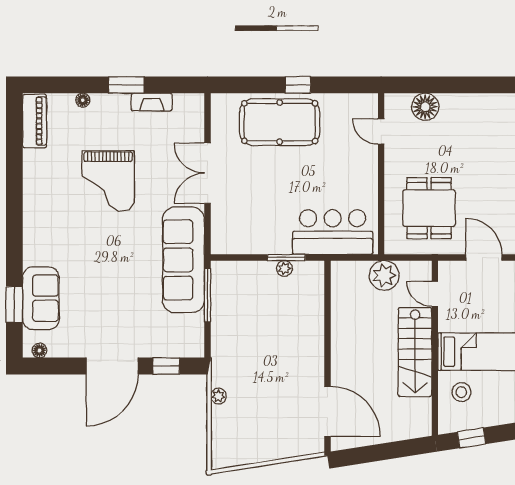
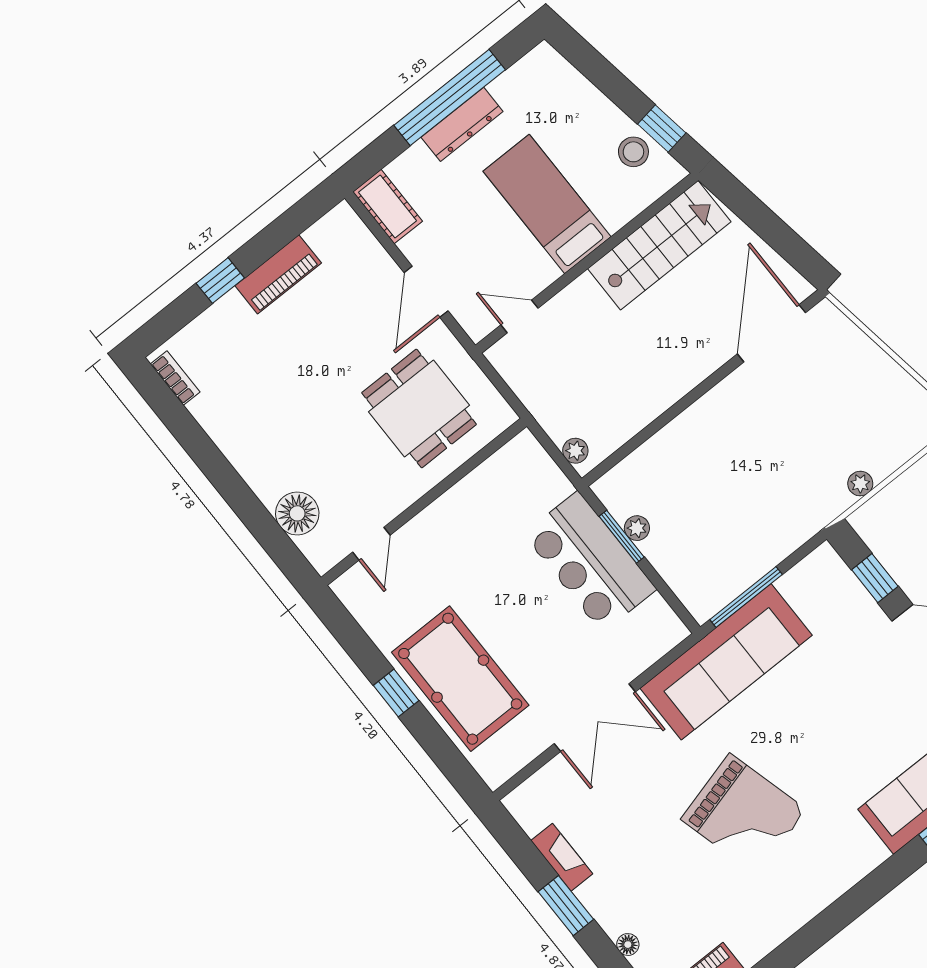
grand piano: (108, 181) -> (743, 814), moved, turned 75
dining table: (429, 208) -> (419, 409), turned 90
bar counter: (333, 232) -> (590, 562), moved
plant: (384, 275) -> (575, 451), moved, width x0.53, depth x0.53
door: (435, 294) -> (519, 316), swing flipped
stairs: (415, 352) -> (659, 245), moved
stool: (461, 392) -> (633, 152), moved

